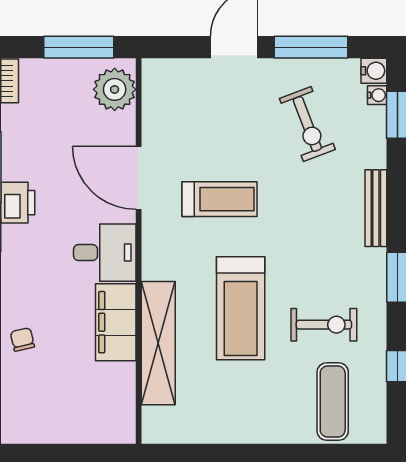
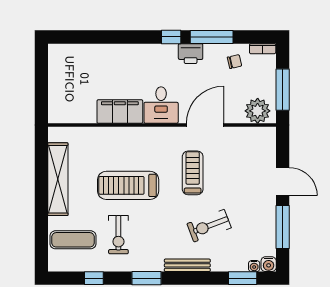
exercise bike: (307, 124) -> (209, 226), moved
treadmill: (220, 199) -> (193, 173), turned 180
chair: (22, 340) -> (235, 62), moved
shelving: (158, 343) -> (58, 179), moved, turned 90

